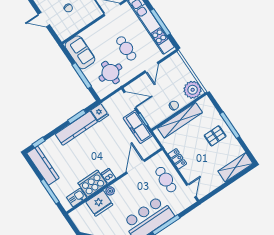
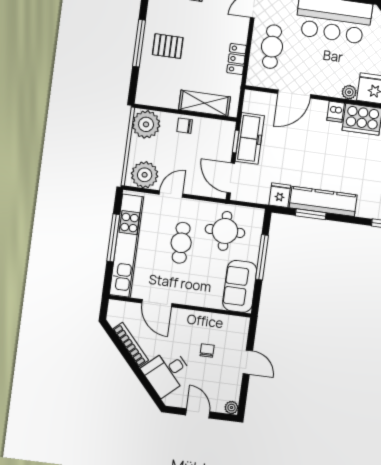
plant: (172, 65) -> (145, 175), added
shelving: (180, 120) -> (204, 103), width x0.68

